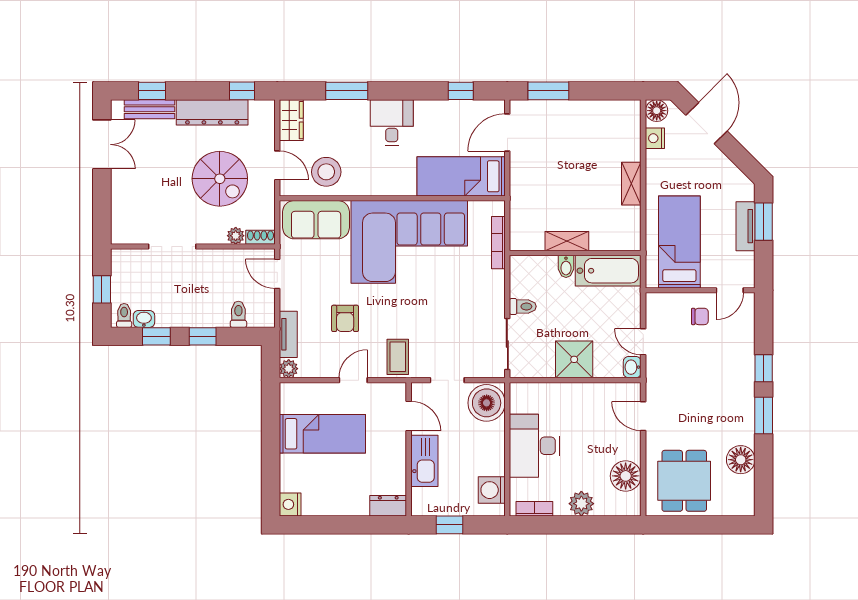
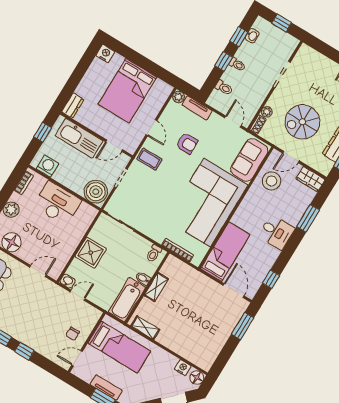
shelving: (631, 184) -> (145, 328), moved
door: (277, 274) -> (233, 122), hinge flipped
door: (730, 290) -> (77, 358), hinge flipped
toilet: (523, 306) -> (154, 253), moved
toilet: (124, 315) -> (237, 64), moved
armchair: (345, 318) -> (187, 143), turned 180
bed: (322, 434) -> (127, 91), width x1.50
kitchen sink: (424, 461) -> (79, 138), width x1.36, depth x1.24

